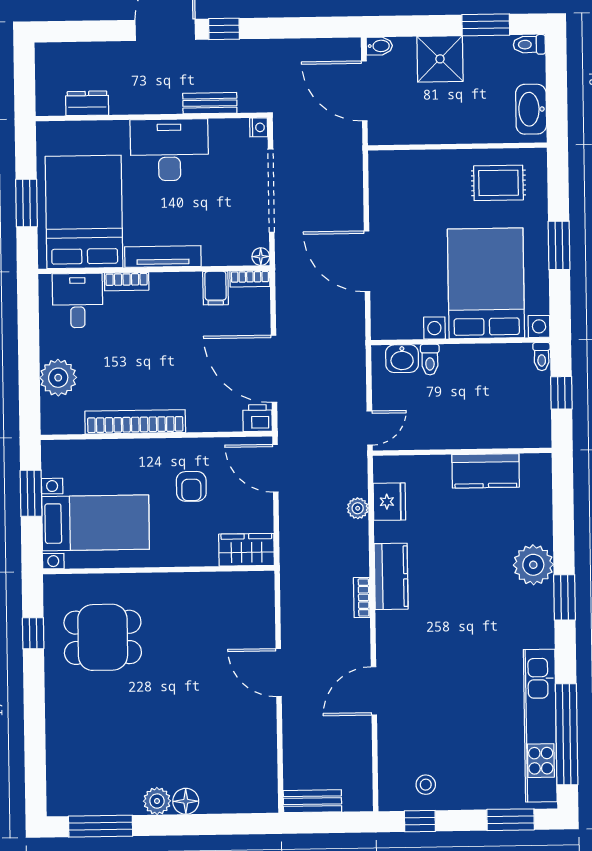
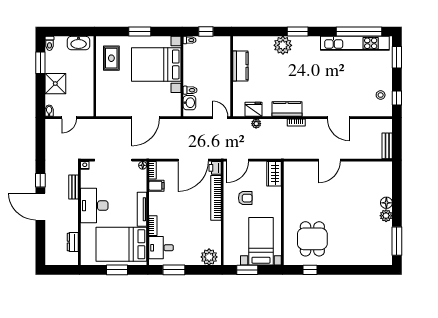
door: (364, 91) -> (69, 118), width x0.53
window: (28, 330) -> (174, 270), added
plant: (58, 378) -> (209, 257), moved
bookcase: (135, 422) -> (216, 198), moved

